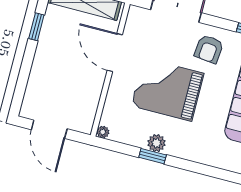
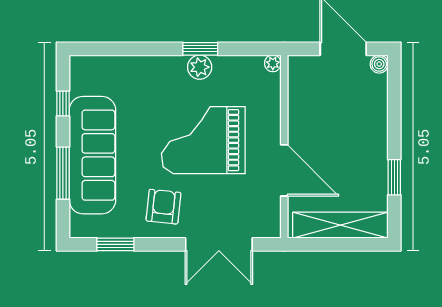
grand piano: (168, 90) -> (203, 140), turned 180
boiler: (26, 111) -> (379, 64), added

